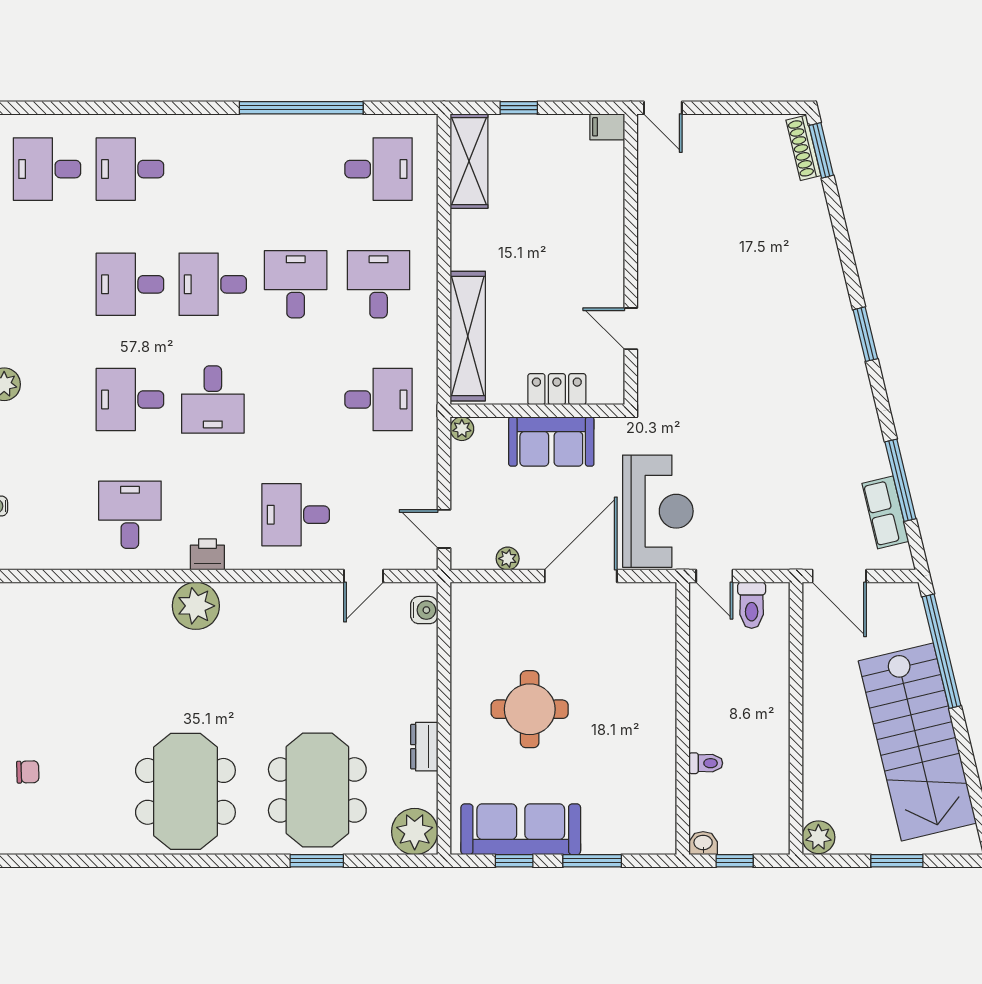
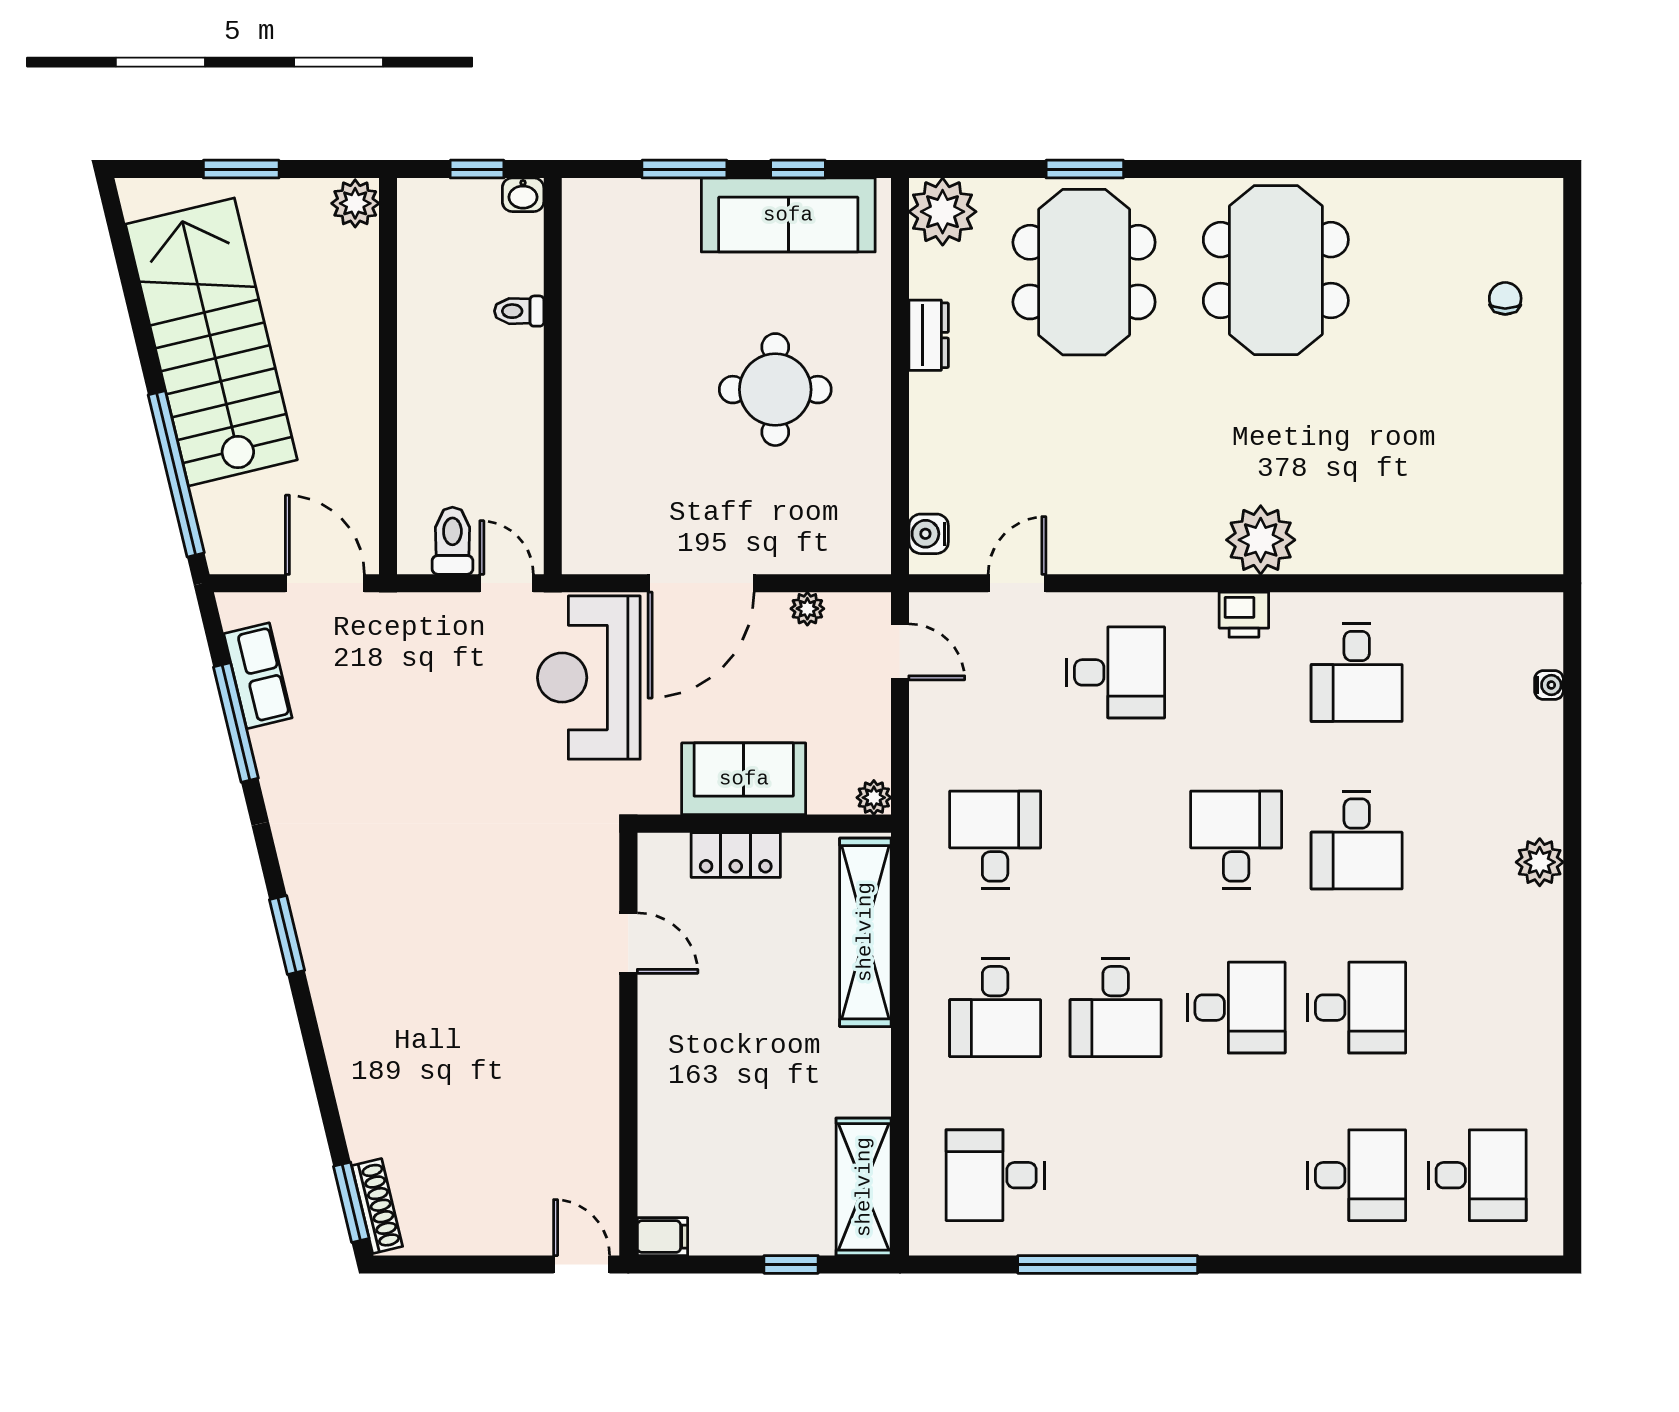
desk: (130, 399) -> (1357, 840), turned 90
desk: (379, 399) -> (995, 840), turned 90
chair: (28, 772) -> (1505, 298), turned 92

